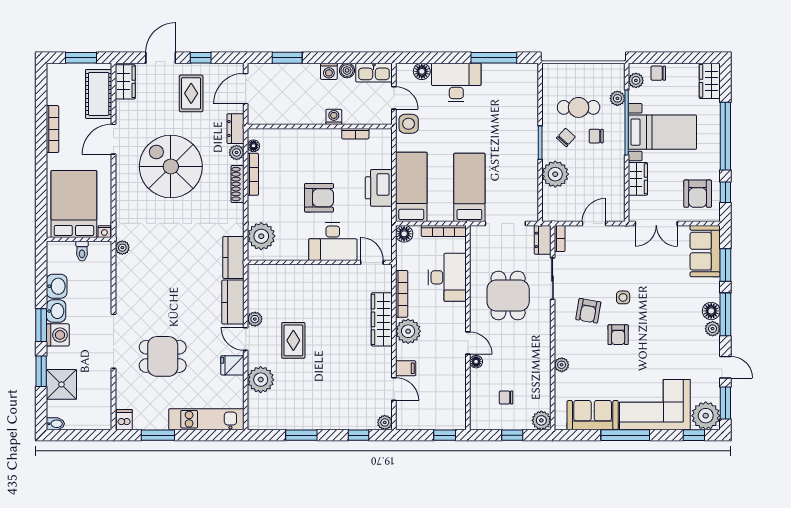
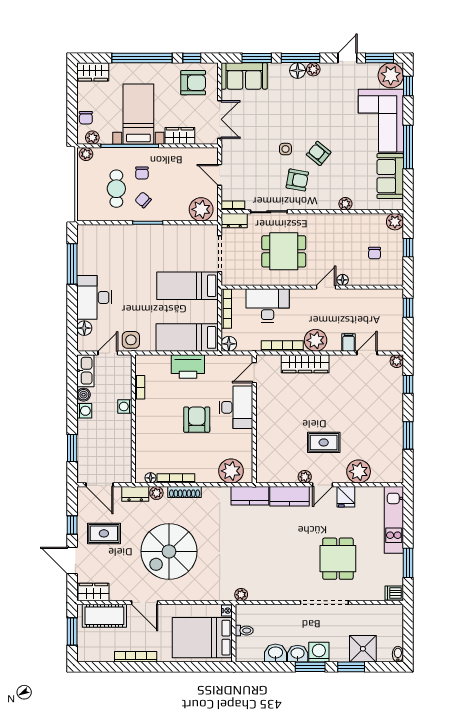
plant: (617, 98) -> (86, 154), moved
plant: (555, 174) -> (201, 209), moved
armchair: (618, 335) -> (319, 153), turned -141

